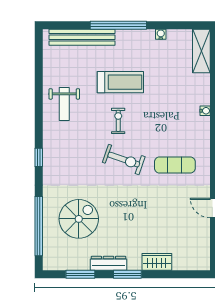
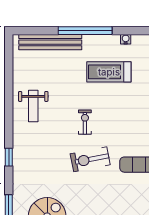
treadmill: (120, 82) -> (109, 72), moved, turned 180
exercise bike: (124, 160) -> (90, 159), turned 150

